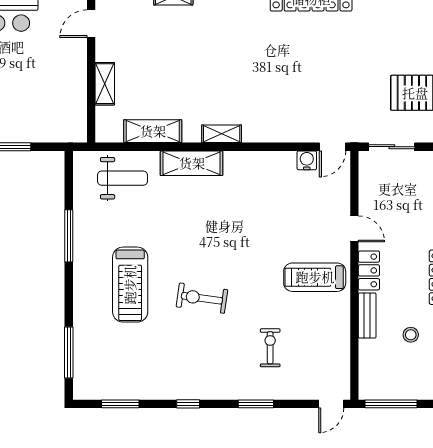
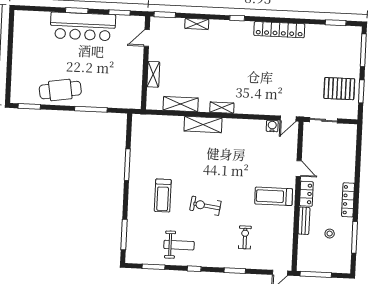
weight bench: (122, 178) -> (179, 245), moved
treadmill: (130, 285) -> (163, 196), width x0.73, depth x0.73

